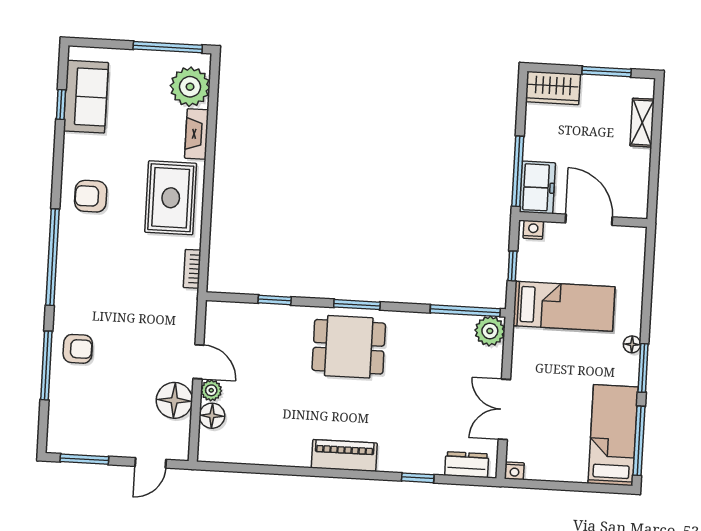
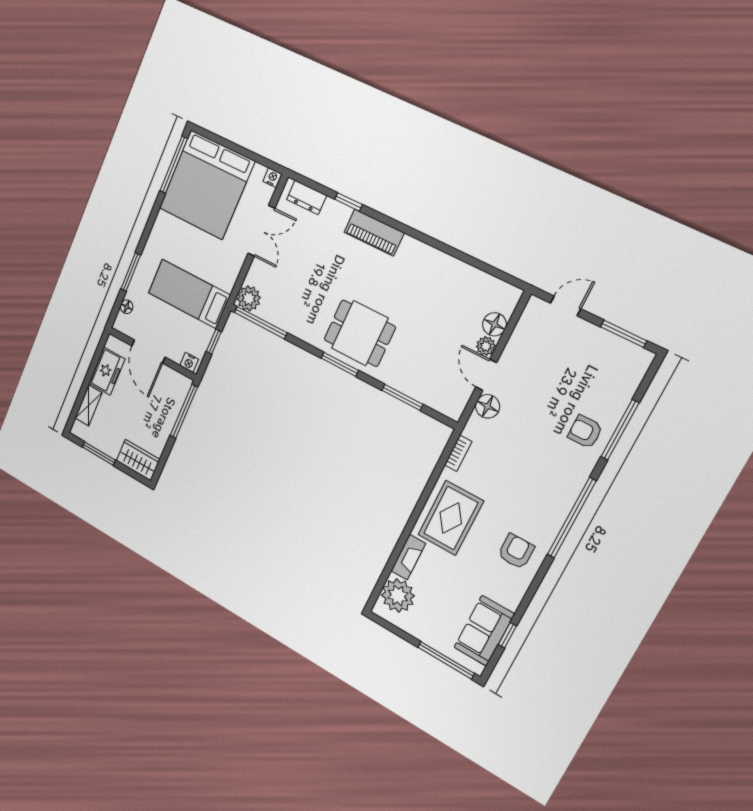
window: (168, 47) -> (446, 660), moved
freezer: (537, 187) -> (107, 371), moved, turned 180
armchair: (91, 196) -> (516, 551), turned -90
window: (275, 300) -> (402, 397), width x1.50
floor lamp: (632, 344) -> (127, 307), moved
window: (643, 368) -> (131, 272), moved
floor lamp: (174, 400) -> (488, 406), moved, width x0.73, depth x0.73
bed: (613, 435) -> (207, 185), width x2.04
piano: (344, 455) -> (374, 232), moved

